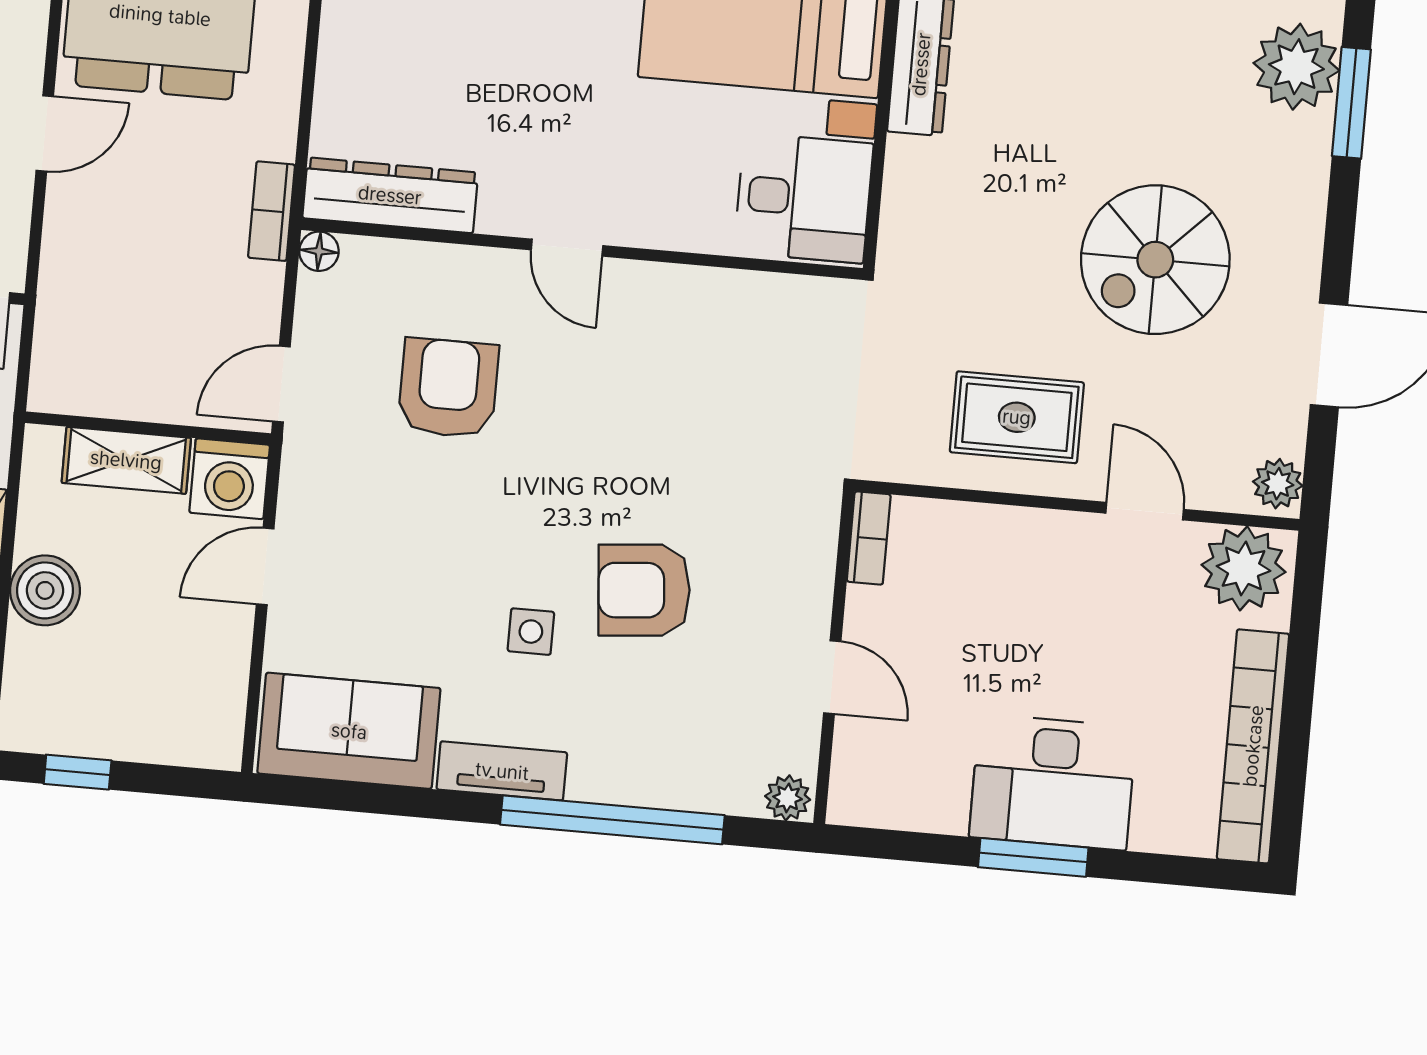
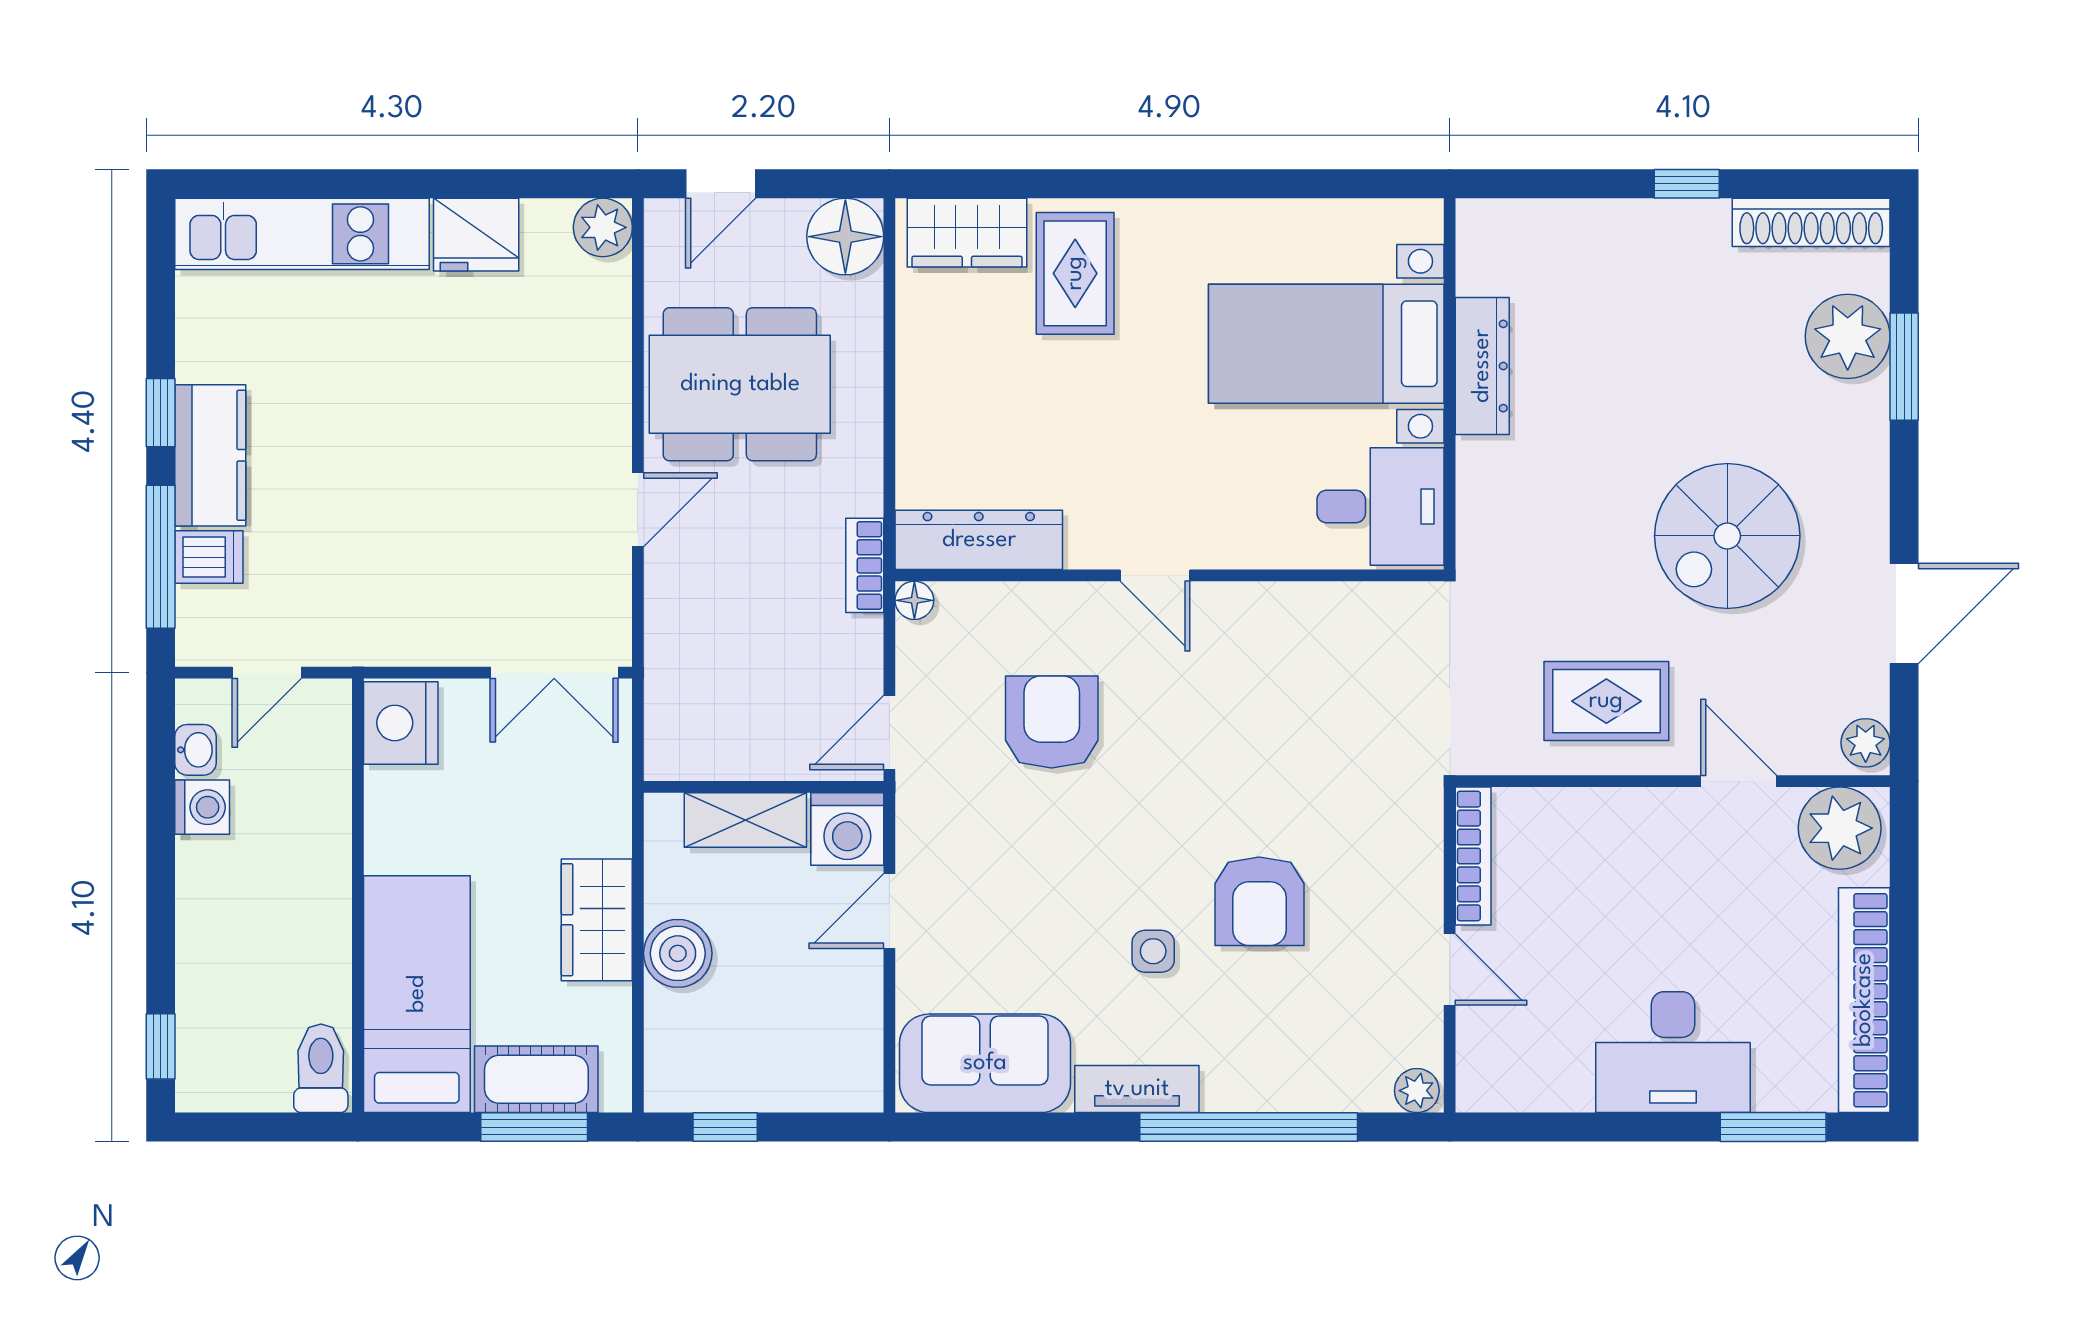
bookcase: (869, 538) -> (1473, 856), width x1.56
armchair: (644, 590) -> (1259, 901), turned -85
window: (1033, 857) -> (1773, 1127), moved

